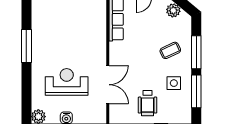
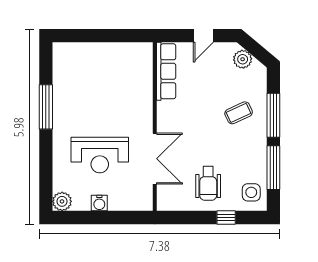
reception desk: (67, 82) -> (100, 155), turned 180
side table: (174, 83) -> (251, 192), moved

